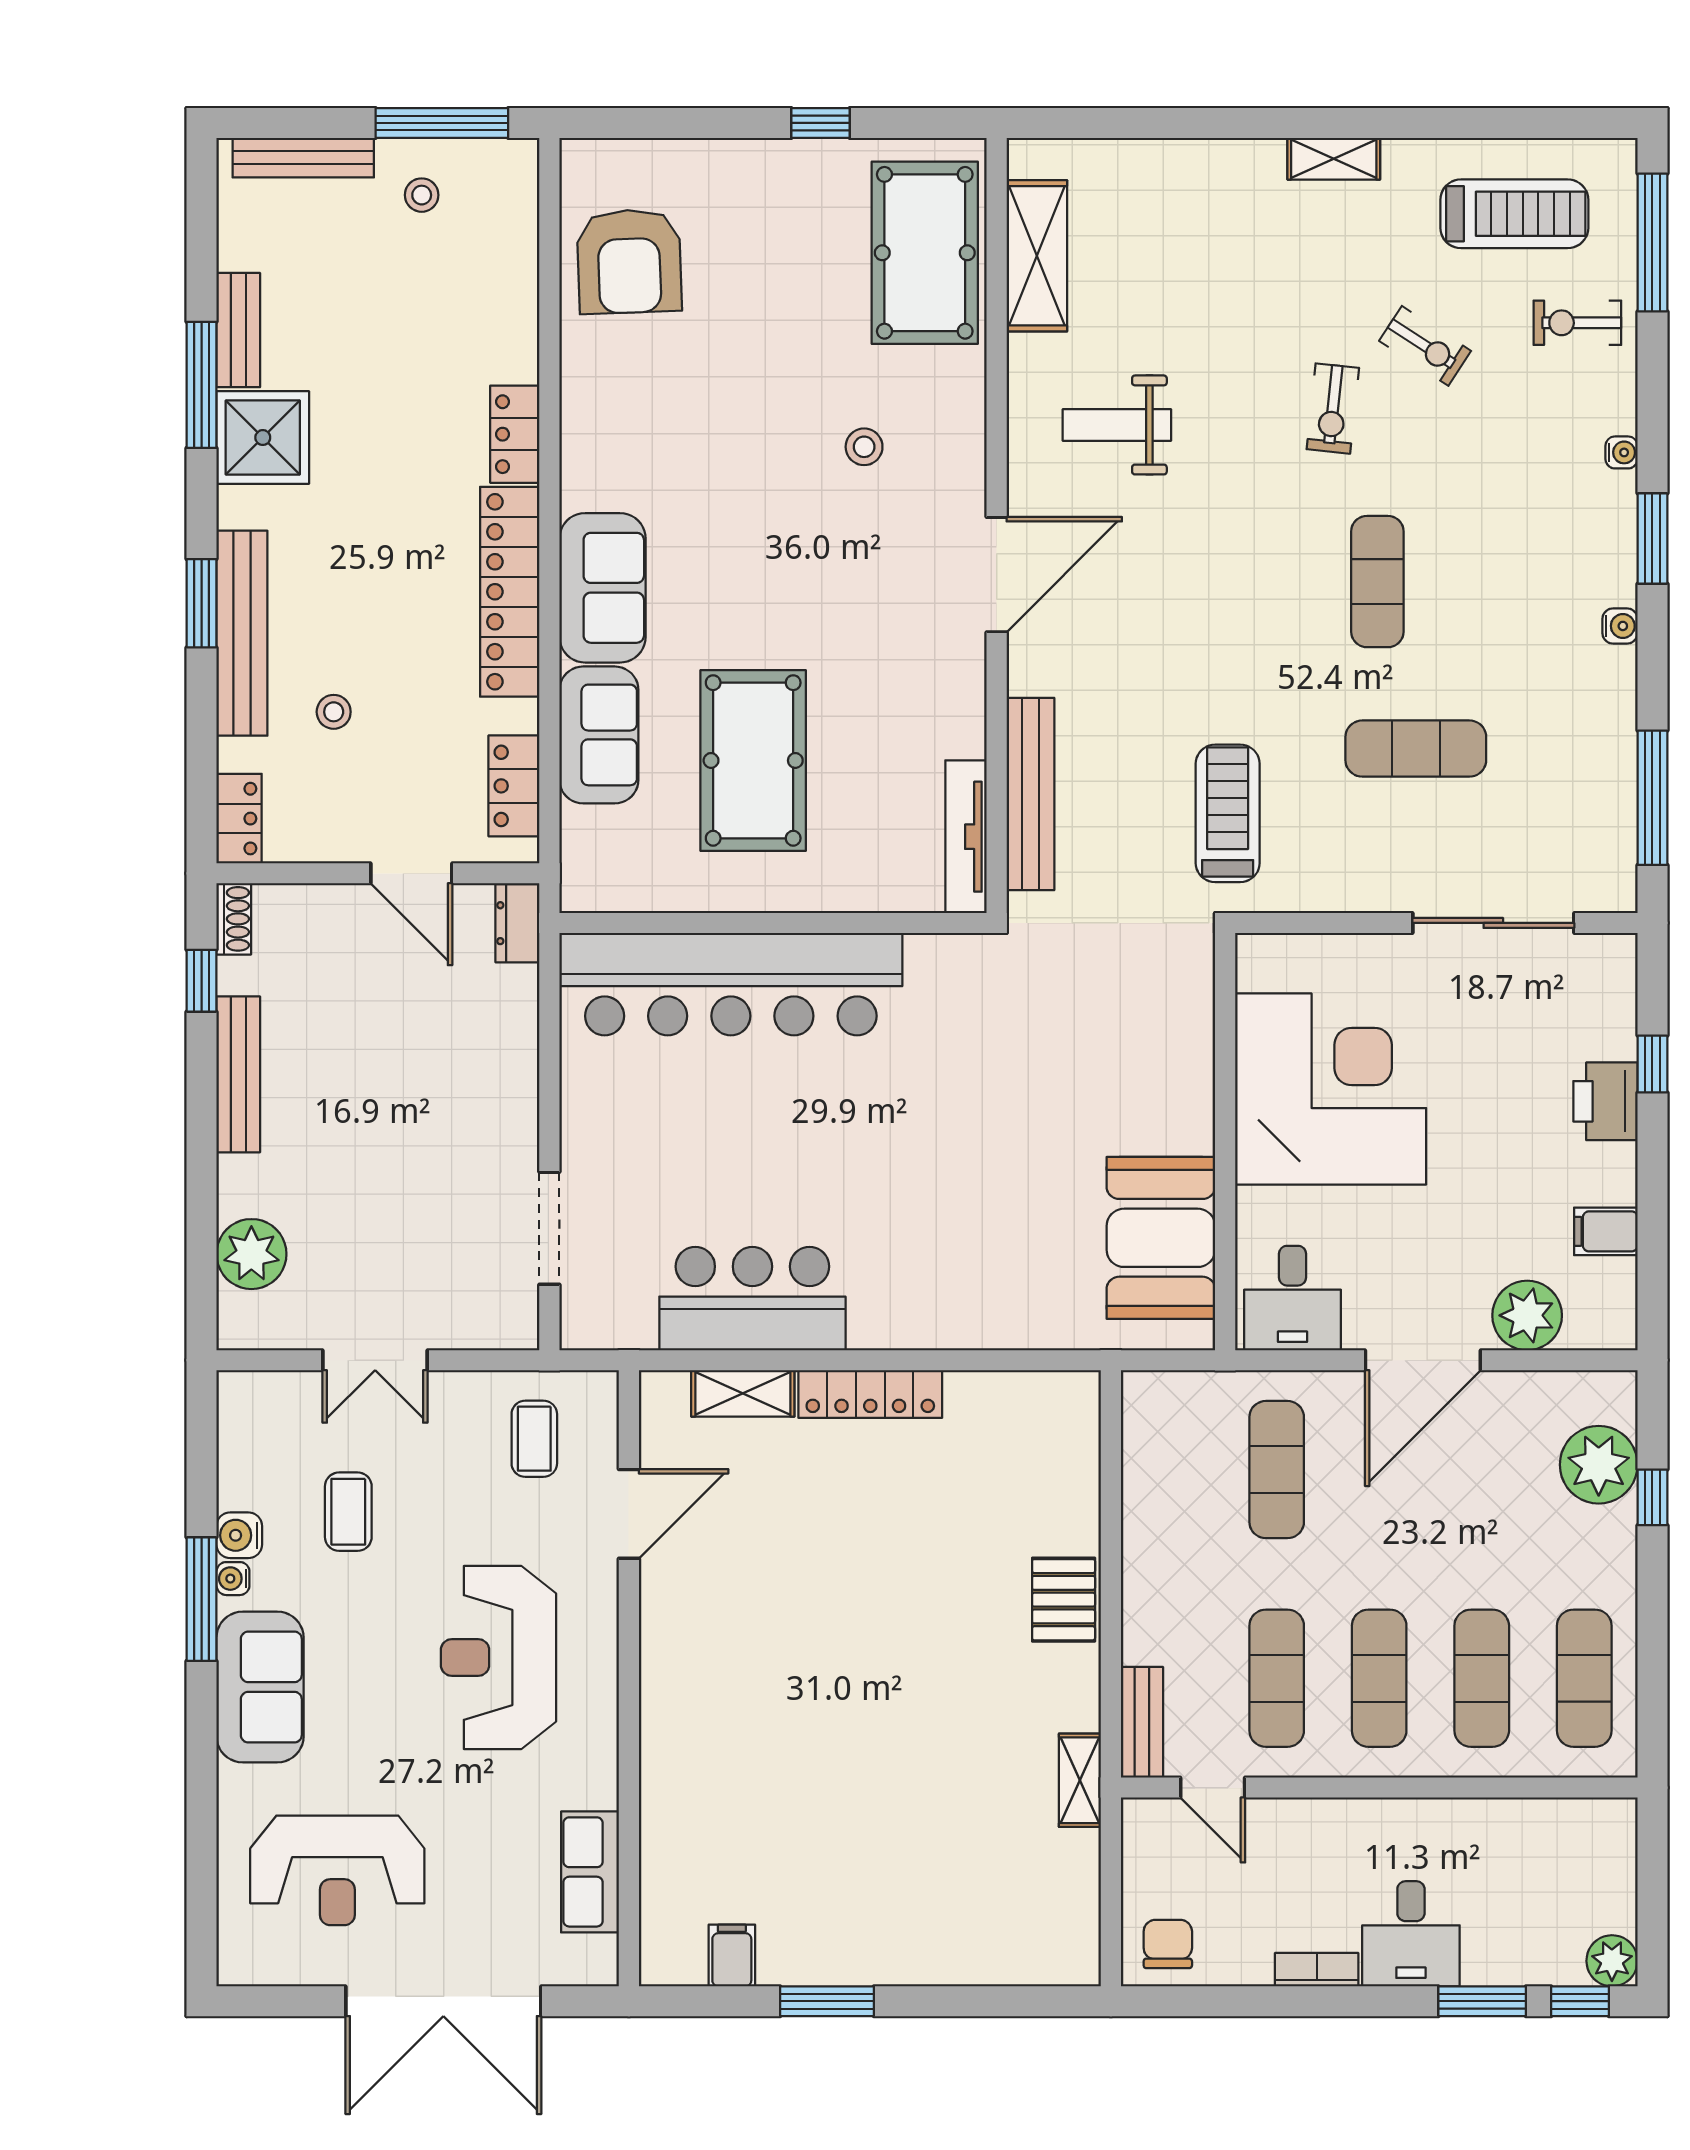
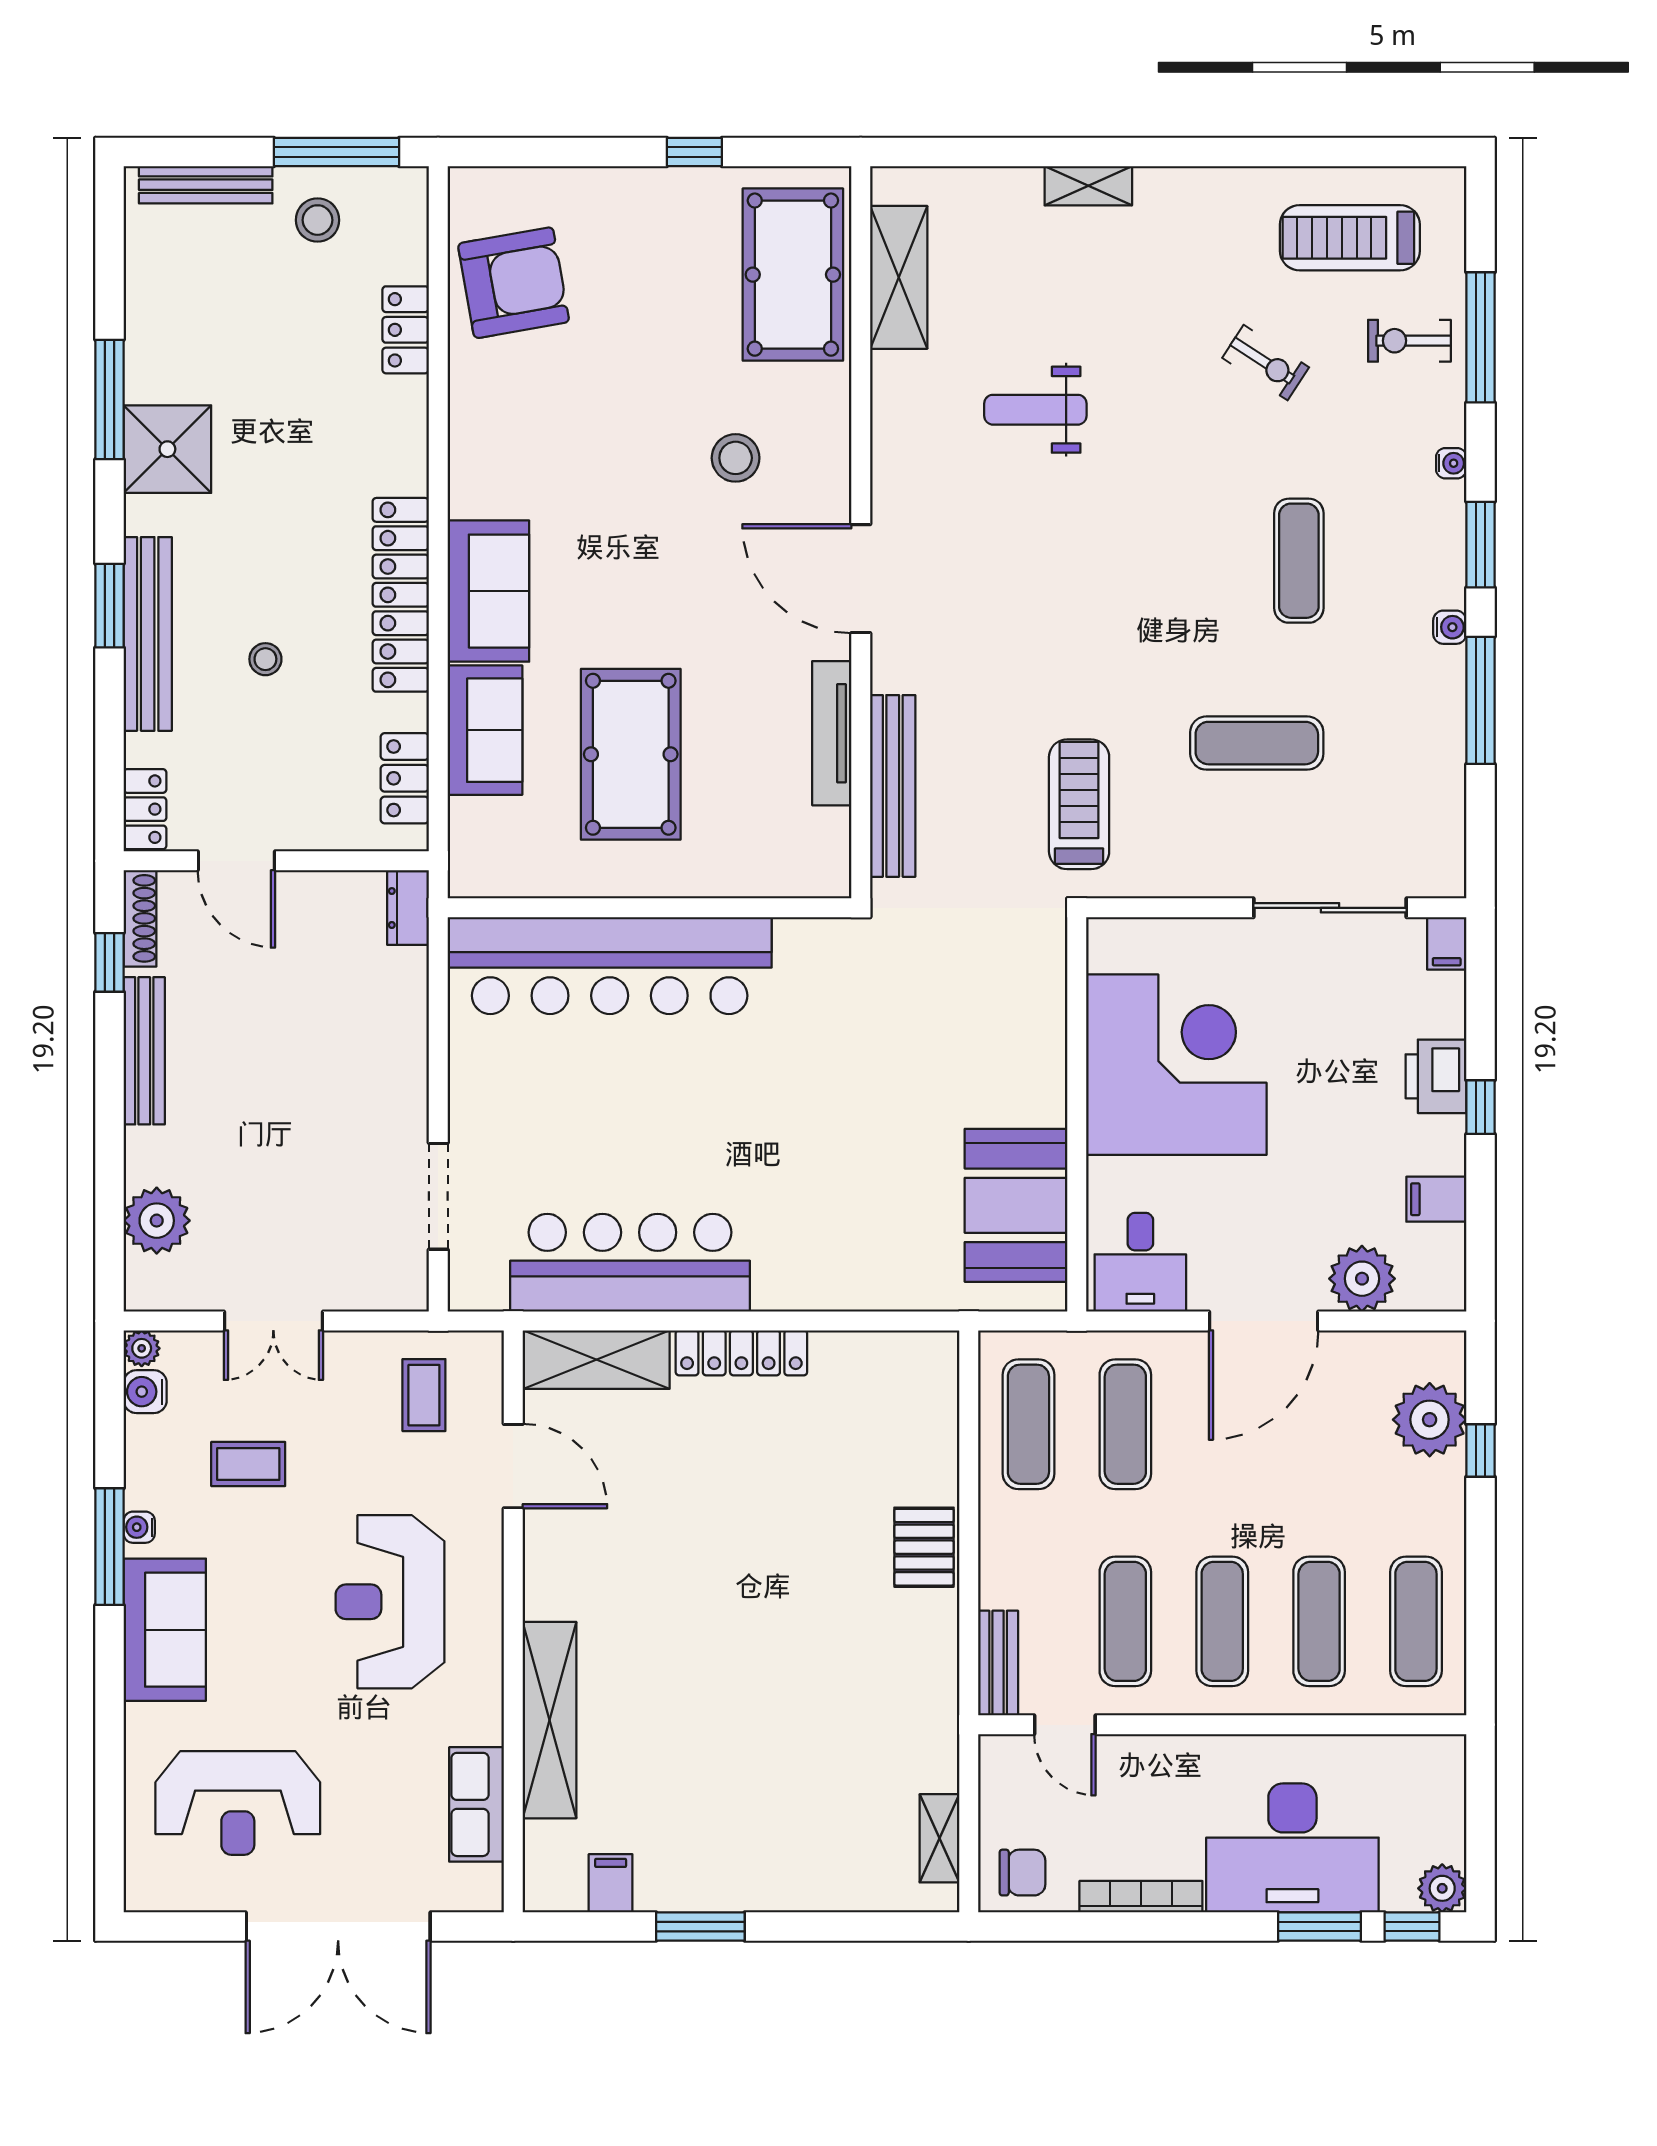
shelving: (1334, 159) -> (1088, 186), moved
stool: (422, 195) -> (318, 220), width x1.37, depth x1.37
treadmill: (1514, 214) -> (1350, 238), turned 180
window: (1652, 243) -> (1480, 337), moved
armchair: (629, 261) -> (514, 283), turned -98
bench: (238, 330) -> (144, 348), removed
exercise bike: (1333, 409) -> (1178, 422), removed
weight bench: (1117, 425) -> (1035, 410), moved
locker: (515, 434) -> (406, 330), moved
stool: (864, 447) -> (736, 458), width x1.37, depth x1.37
door: (997, 575) -> (861, 579), swing flipped
exercise mat: (1377, 582) -> (1299, 561), moved
stool: (334, 712) -> (265, 659), moved
window: (1652, 798) -> (1480, 700), moved
tv unit: (966, 837) -> (832, 733), moved
door: (411, 873) -> (236, 861), moved
shoe rack: (234, 919) -> (140, 918), width x1.43
filing cabinet: (1617, 961) -> (1447, 943), added
window: (1652, 1064) -> (1480, 1107), moved
bar counter: (752, 1299) -> (630, 1263), width x1.36
plant: (236, 1389) -> (142, 1348), added
shelving: (743, 1393) -> (597, 1360), width x1.50, depth x1.33
exercise mat: (1174, 1470) -> (1028, 1424), added
coffee table: (348, 1512) -> (248, 1464), turned 90
door: (629, 1514) -> (513, 1466), hinge flipped
water cooler: (239, 1535) -> (145, 1392), moved
shelving: (1080, 1780) -> (939, 1838), moved
shelving: (667, 1783) -> (549, 1720), added
desk: (1411, 1934) -> (1292, 1848), width x1.87, depth x1.30
chair: (1168, 1944) -> (1023, 1873), turned 90
bookcase: (1317, 1970) -> (1141, 1897), width x1.56

